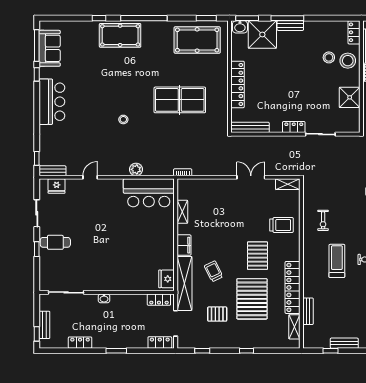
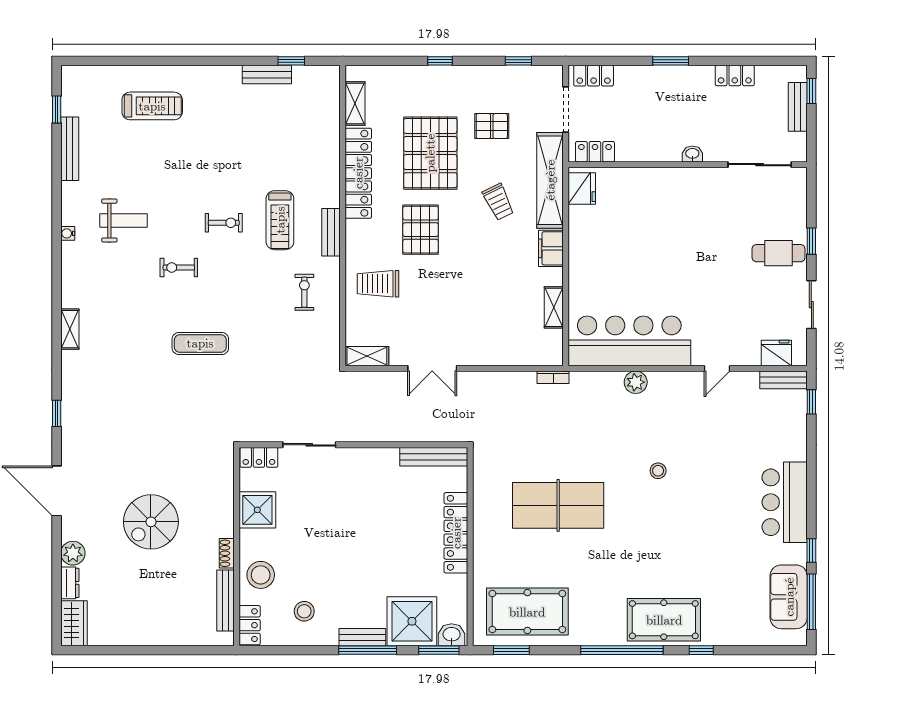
stool: (329, 57) -> (304, 611), moved
locker: (294, 127) -> (259, 457), moved
bar counter: (149, 193) -> (629, 341), width x1.36
bench: (308, 311) -> (331, 232), moved

